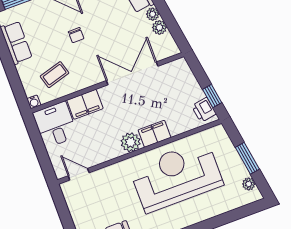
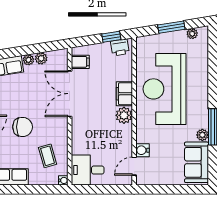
chair: (76, 35) -> (23, 127), width x1.87, depth x1.87
filing cabinet: (85, 104) -> (80, 62), moved, width x0.50
water cooler: (100, 177) -> (142, 150), added

